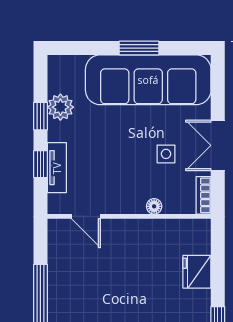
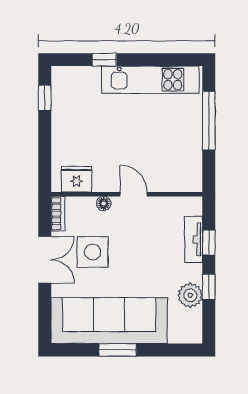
side table: (166, 154) -> (93, 252), width x1.87, depth x1.87
door: (86, 216) -> (134, 194), moved
fridge: (197, 272) -> (77, 179), moved, turned -90

